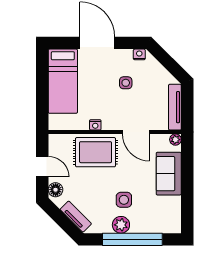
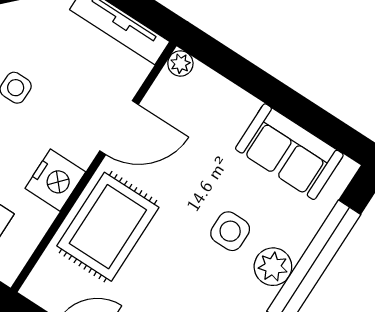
nightstand: (95, 125) -> (55, 180), width x1.89, depth x1.79
sofa: (169, 174) -> (289, 152), moved

